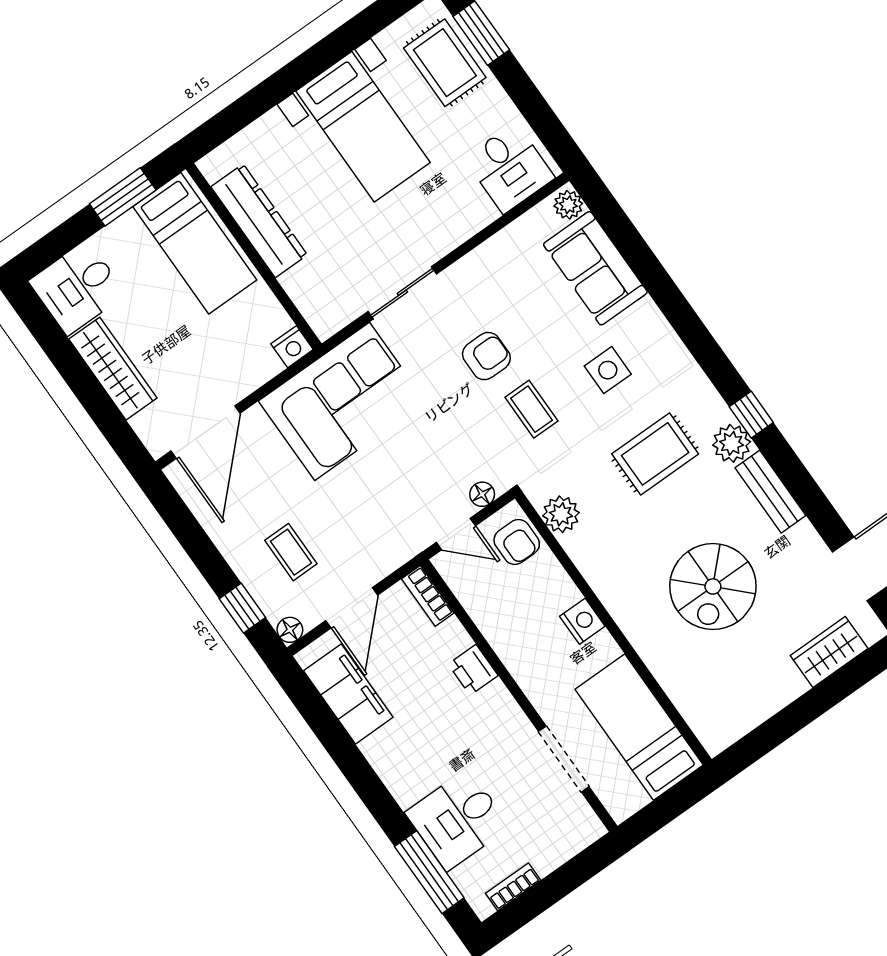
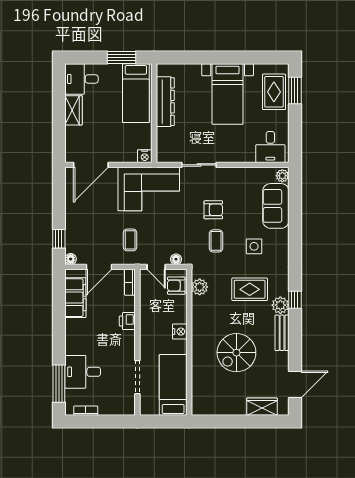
wardrobe: (113, 369) -> (74, 110), width x0.67
armchair: (517, 542) -> (176, 286), turned 90
coffee table: (291, 552) -> (130, 240), moved

